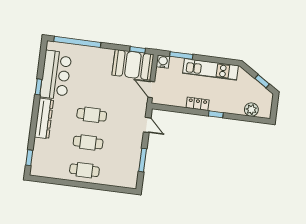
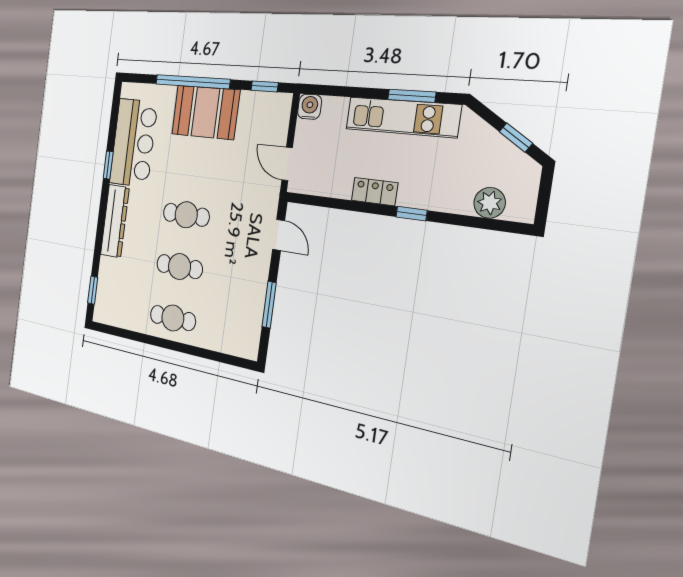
window: (77, 42) -> (192, 82), moved
window: (181, 55) -> (412, 96), moved
booth: (133, 65) -> (205, 112), moved

